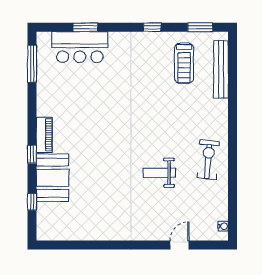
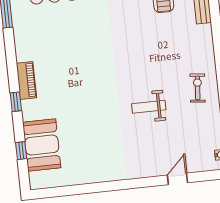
exercise bike: (208, 160) -> (198, 88), width x0.73, depth x0.72
booth: (52, 178) -> (42, 145), moved

